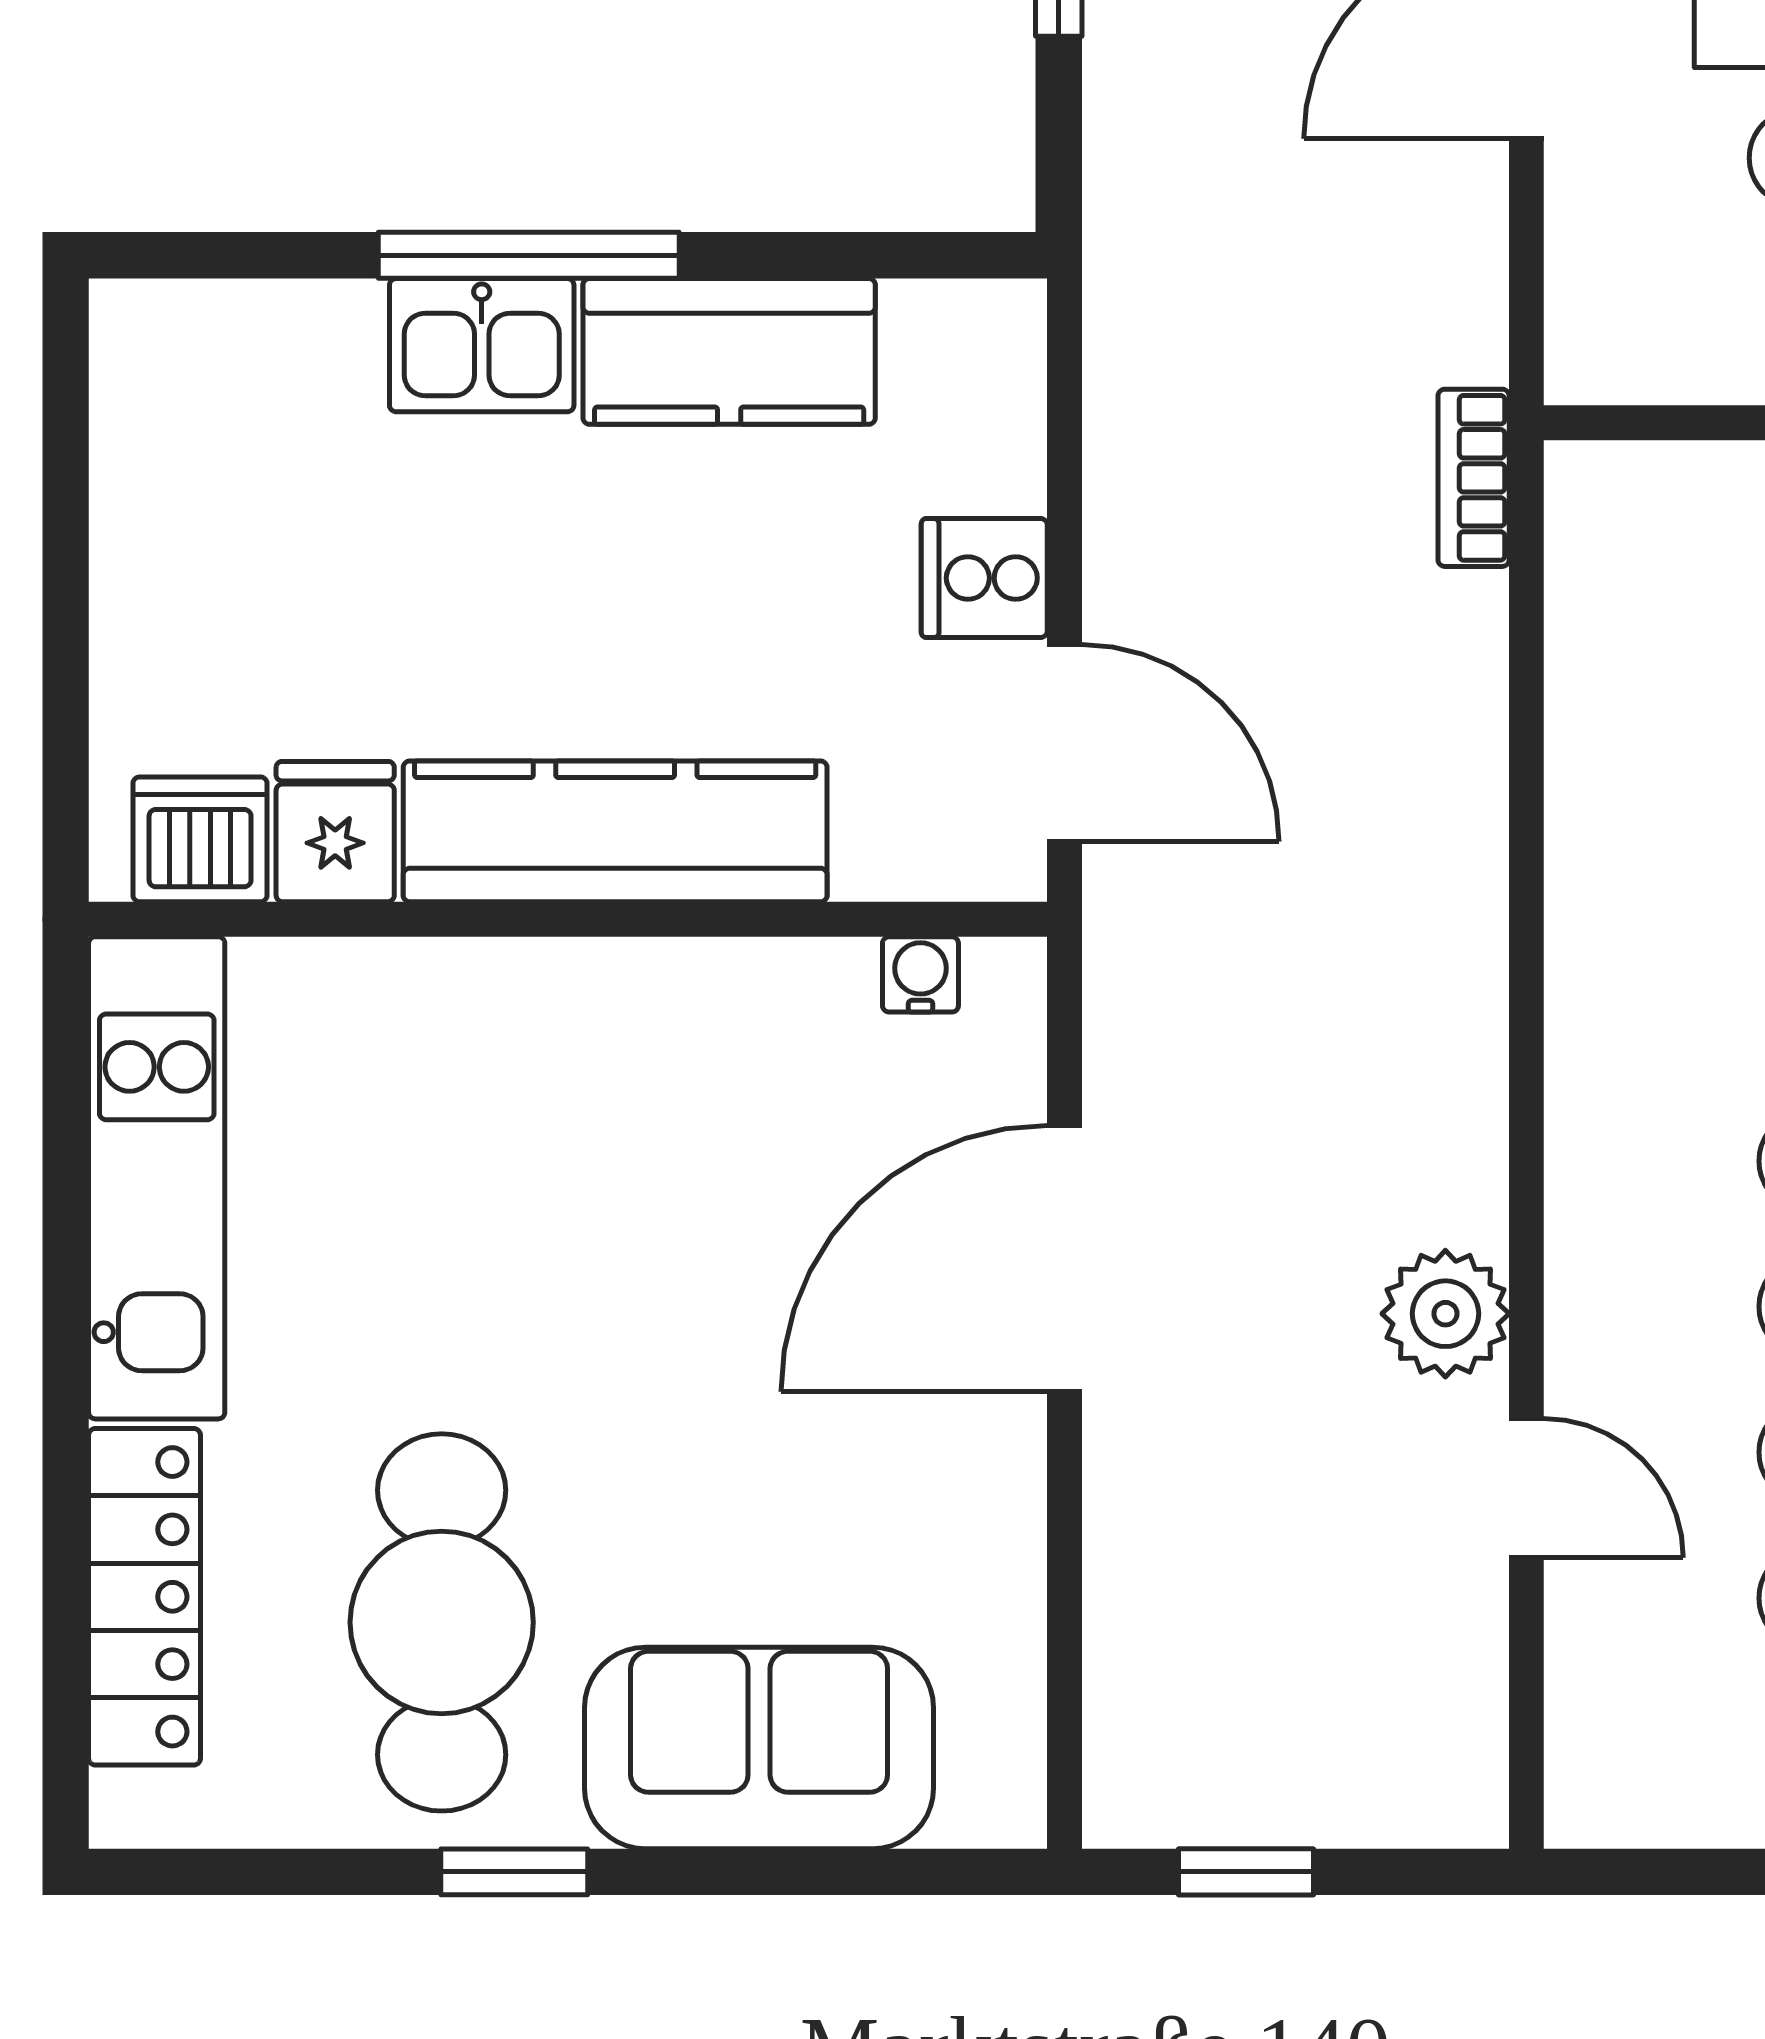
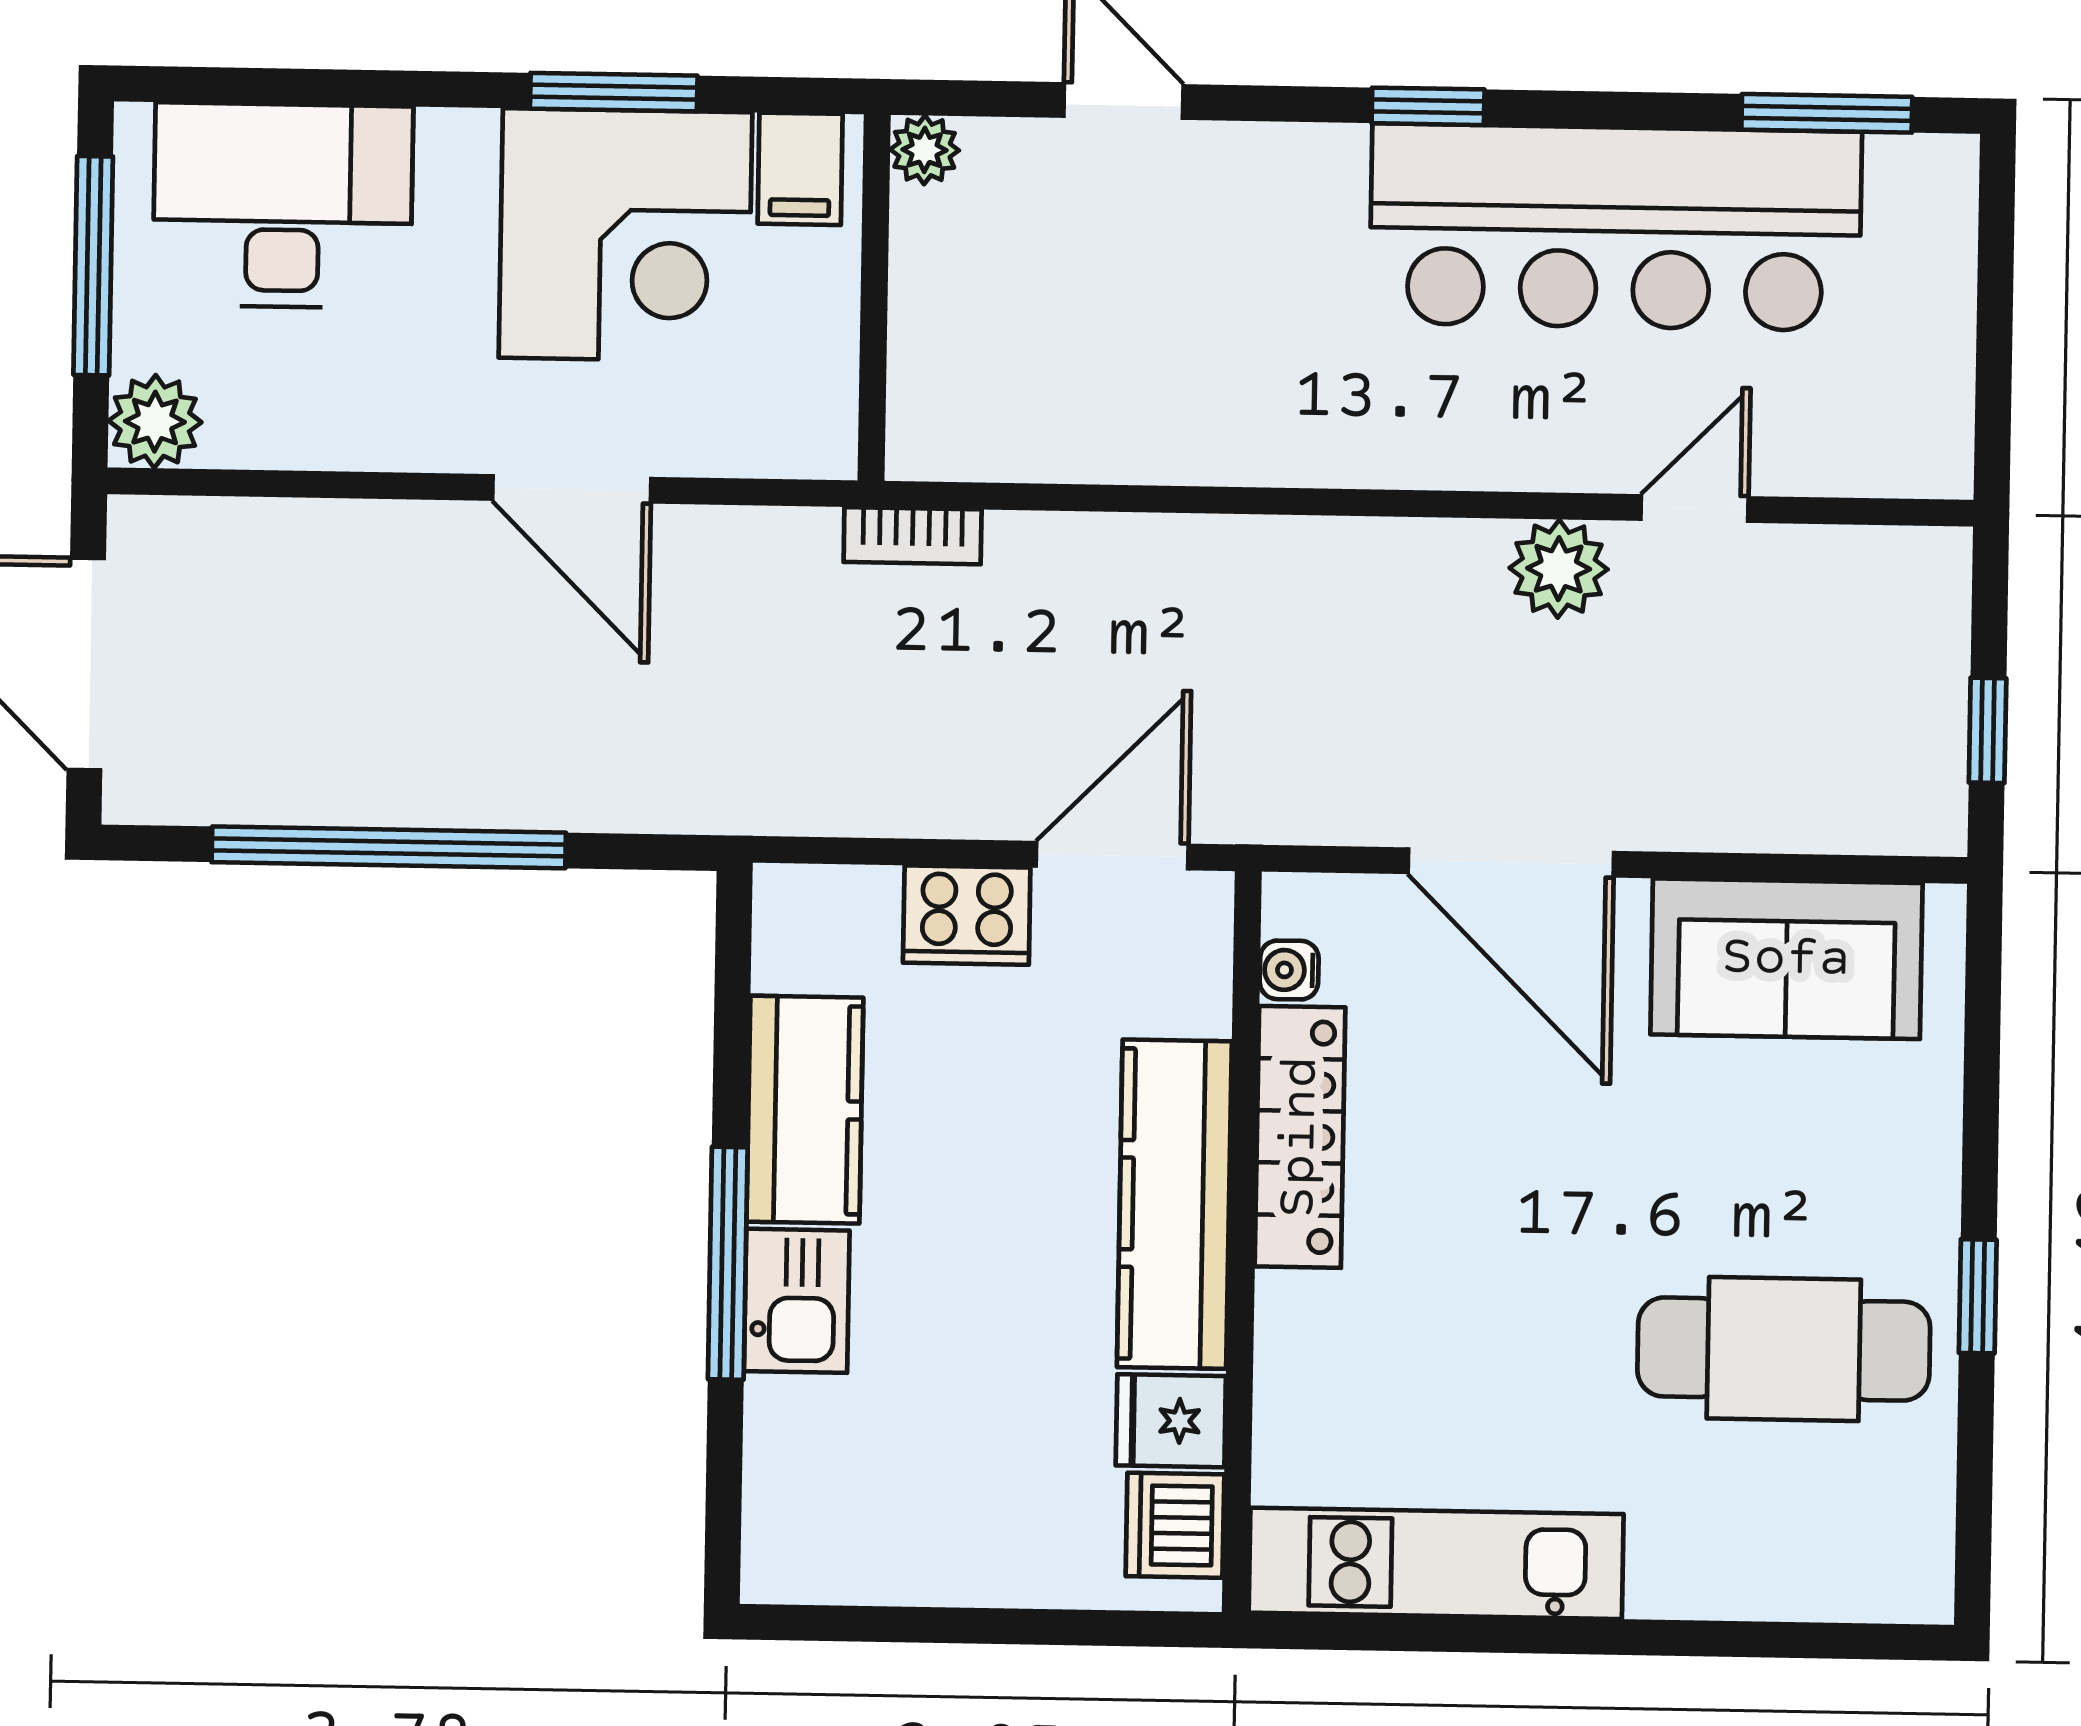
cooker: (984, 578) -> (967, 915), width x1.36
locker: (145, 1597) -> (1300, 1137), moved, turned 90
sofa: (759, 1748) -> (1786, 959), moved, turned -90

